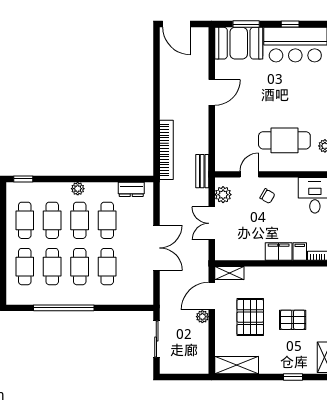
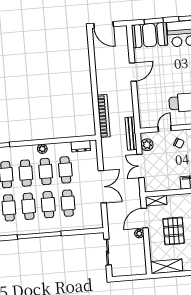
bench: (202, 171) -> (131, 133), width x1.36

